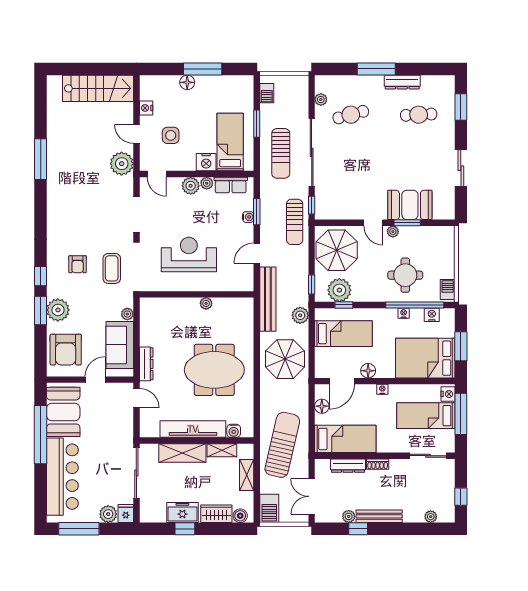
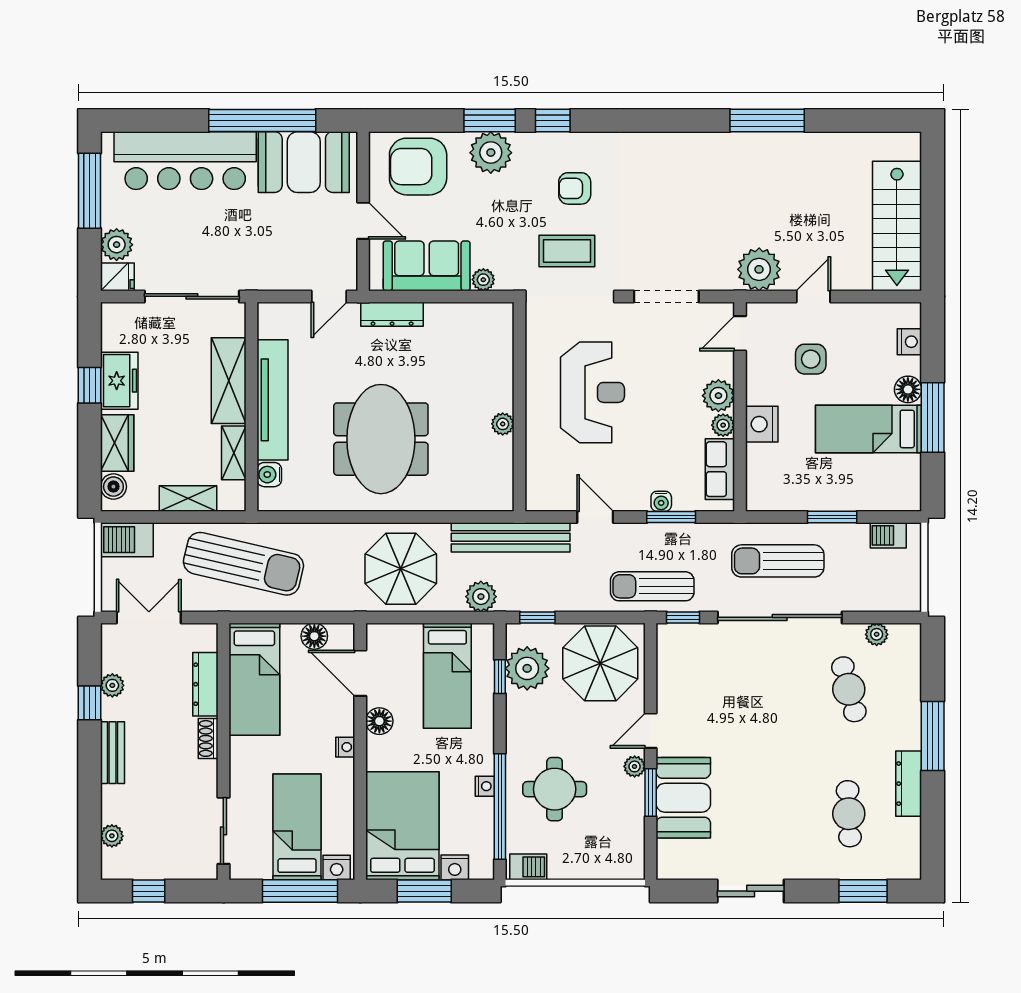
nightstand: (146, 108) -> (909, 342), moved, turned 90
bed: (230, 142) -> (869, 429), moved, turned 180
nightstand: (432, 315) -> (455, 867), moved, turned 90
bench: (379, 516) -> (112, 753), width x0.73

